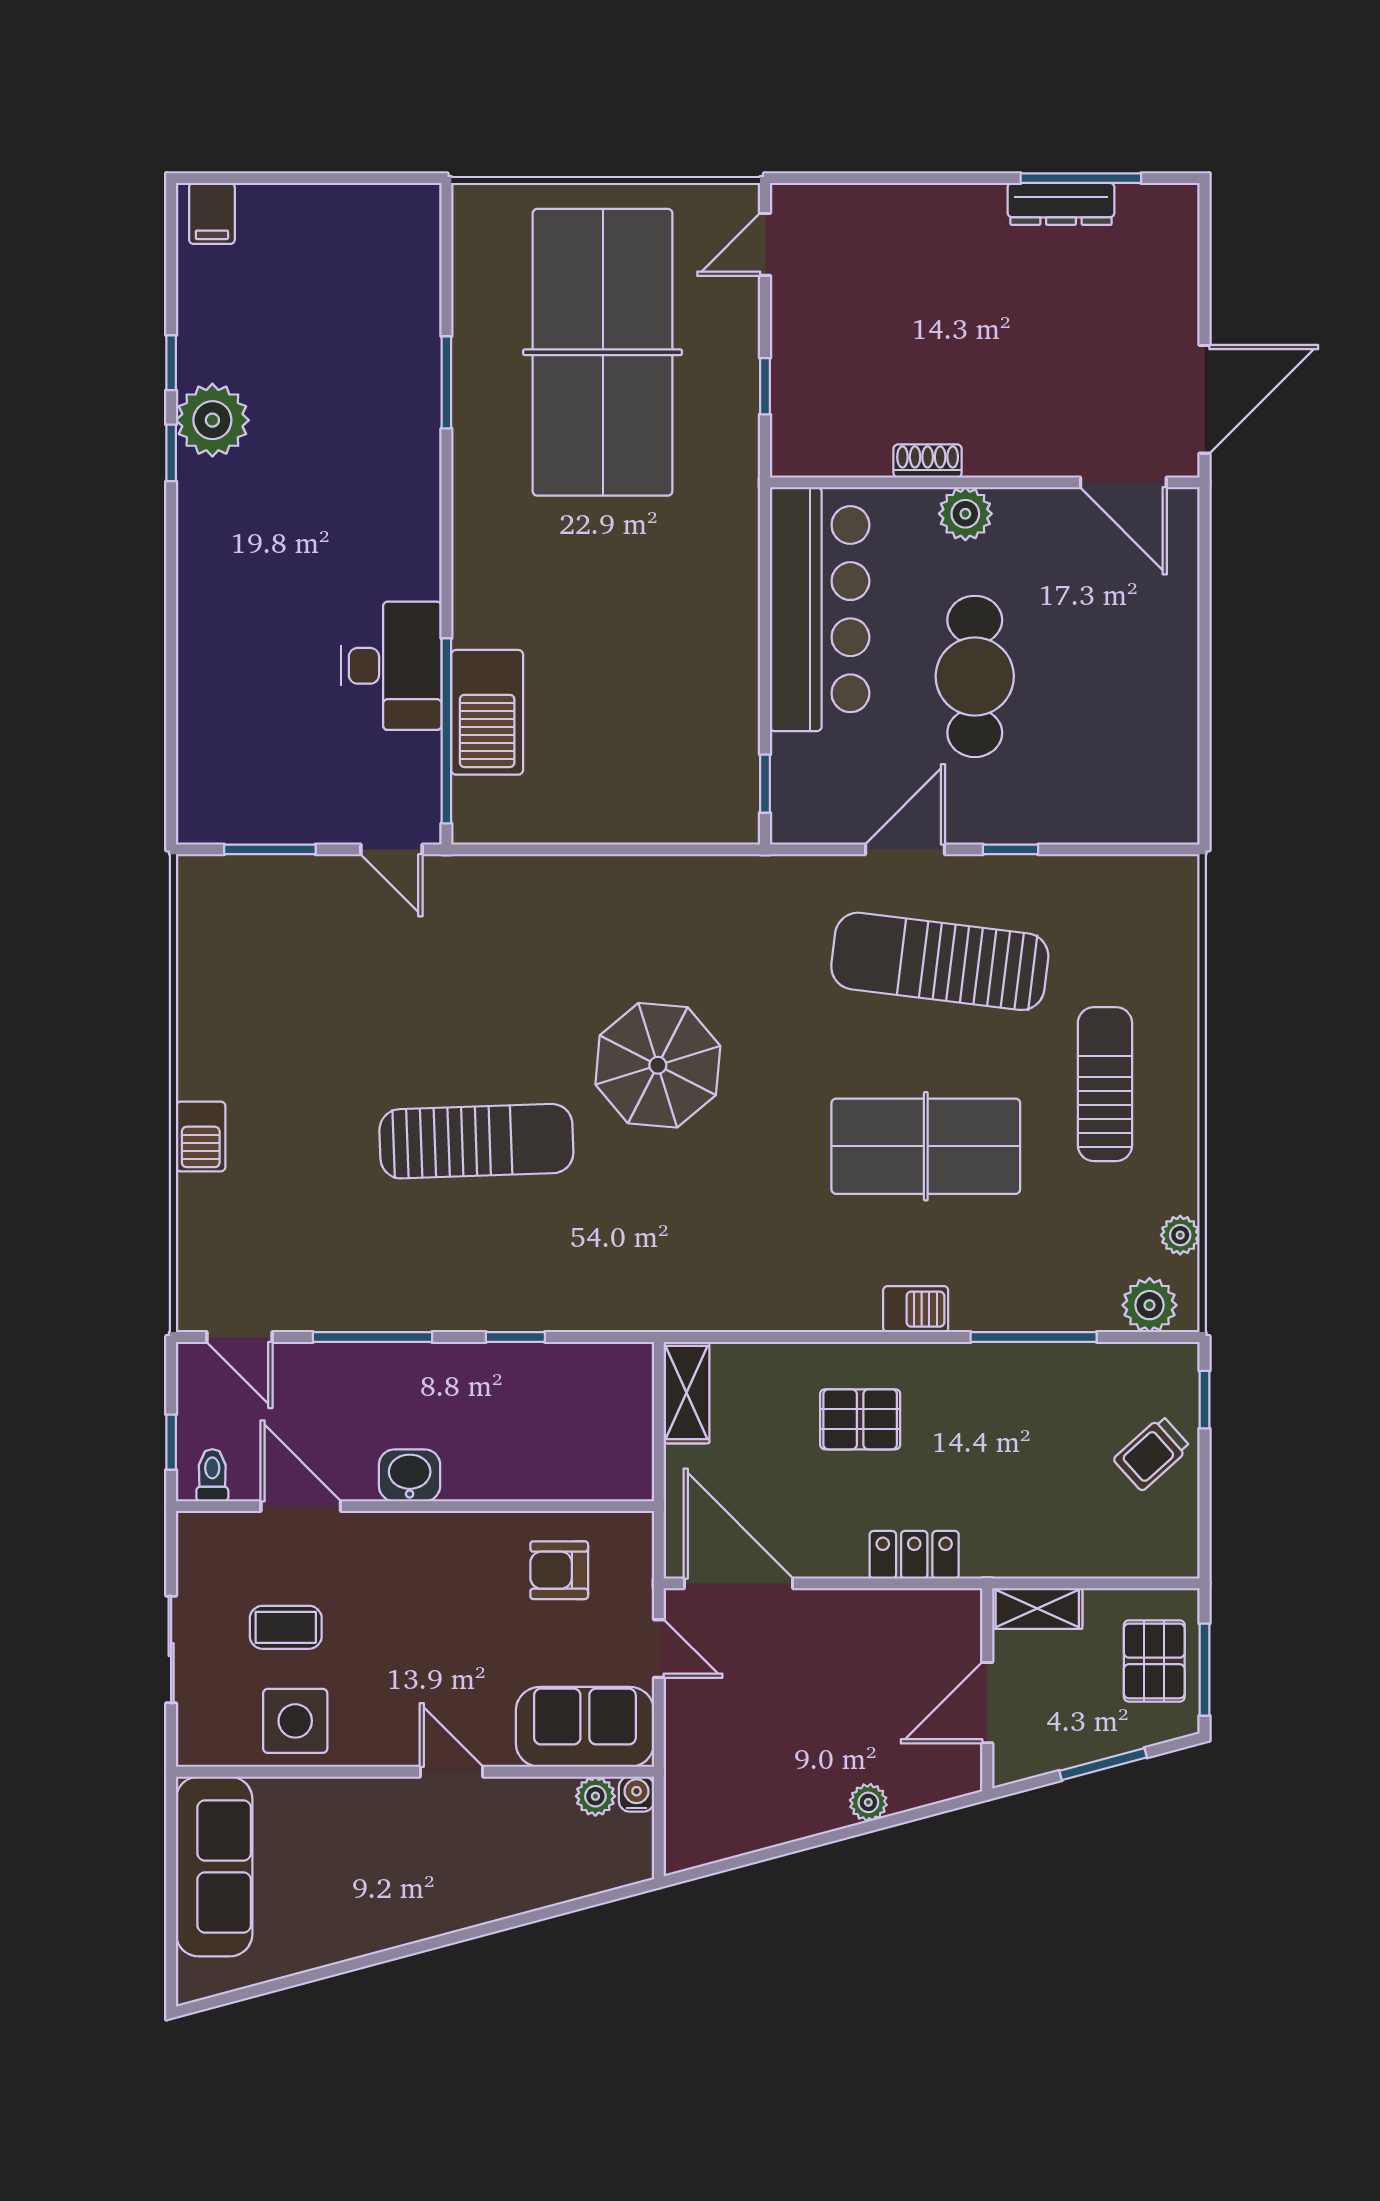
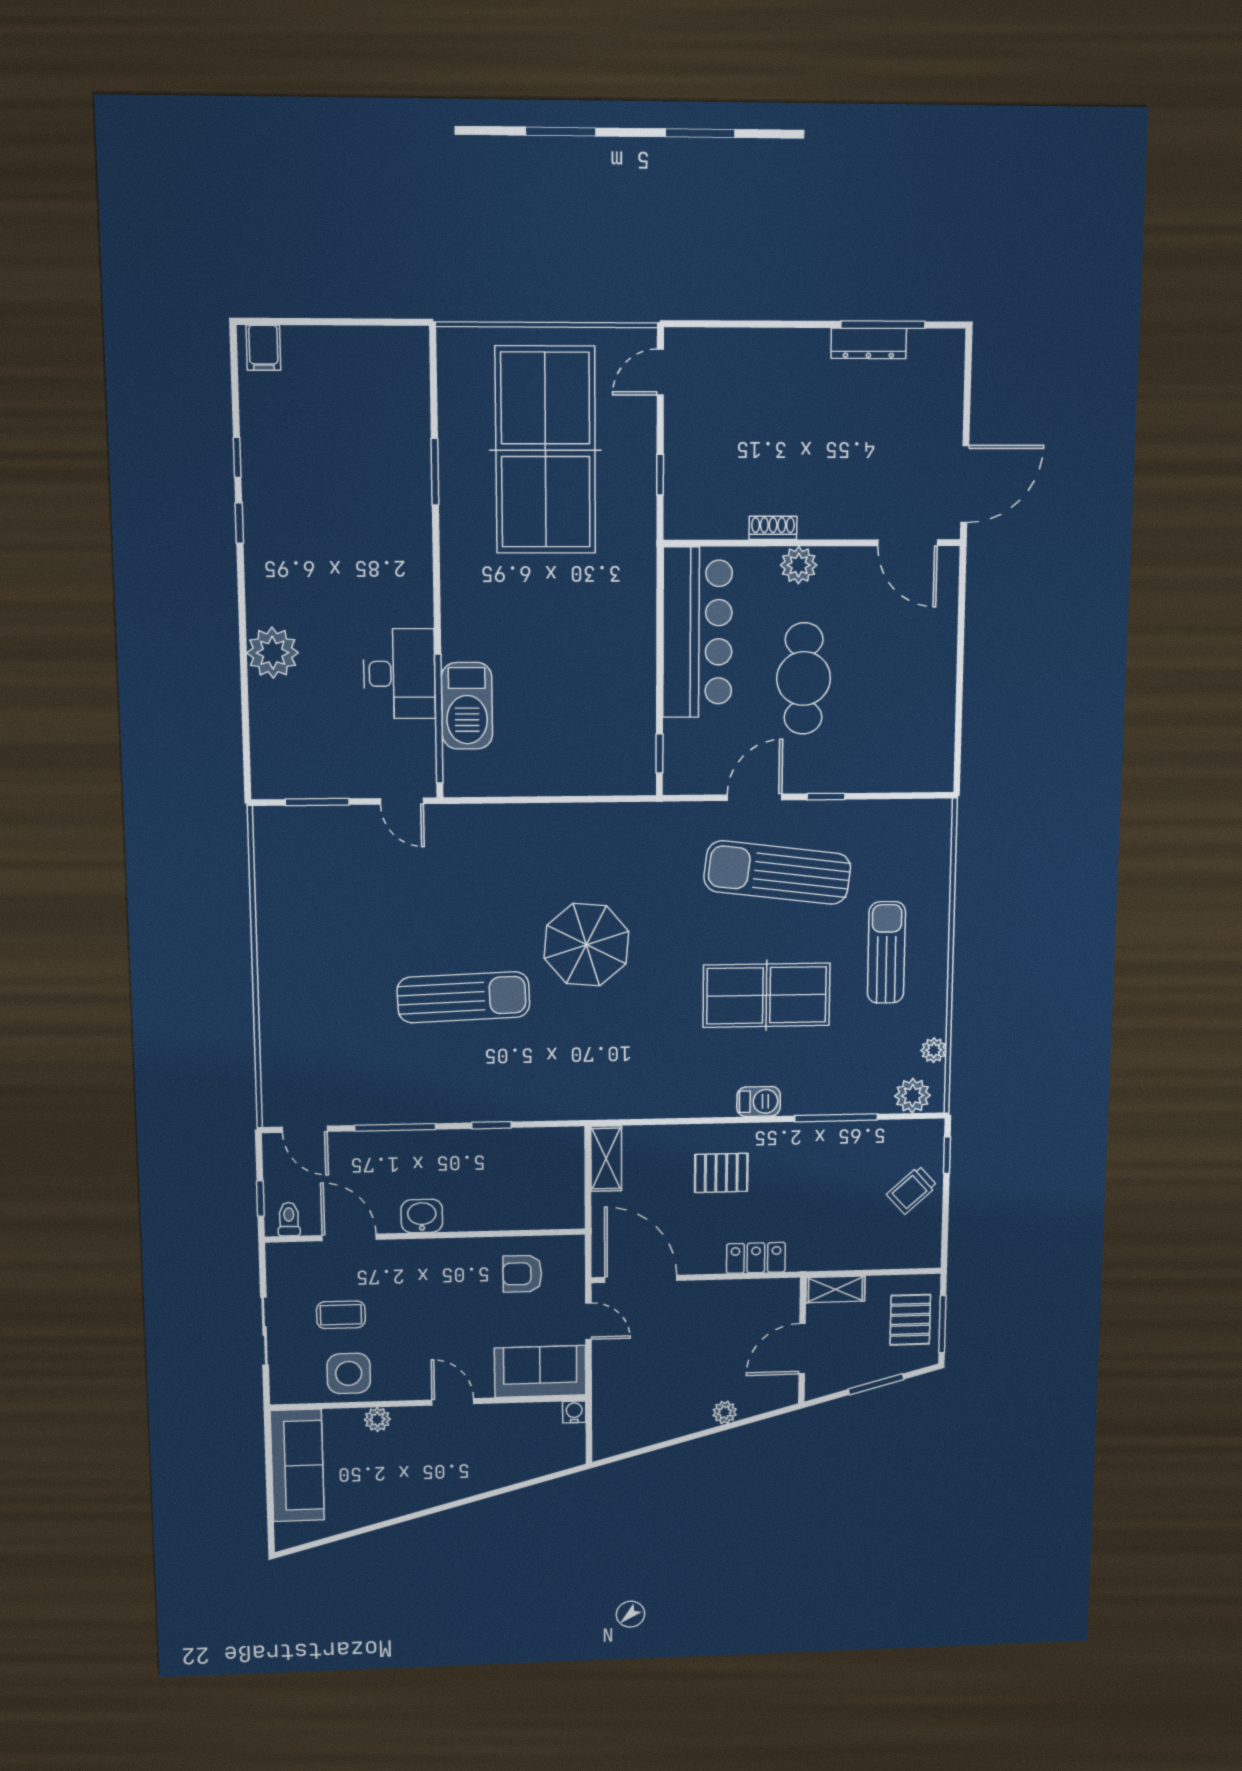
plant: (212, 420) -> (273, 653), moved
barbecue: (201, 1136) -> (274, 997), removed
plant: (595, 1796) -> (377, 1419), moved

